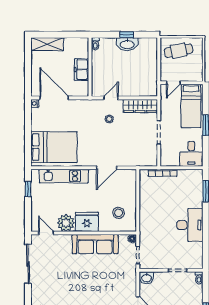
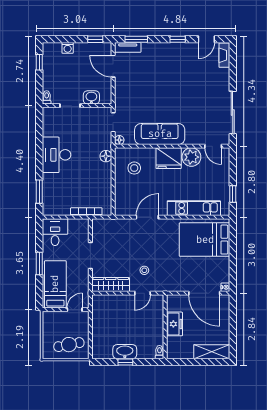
floor lamp: (145, 224) -> (106, 156), added
washbasin: (146, 278) -> (91, 97), moved

